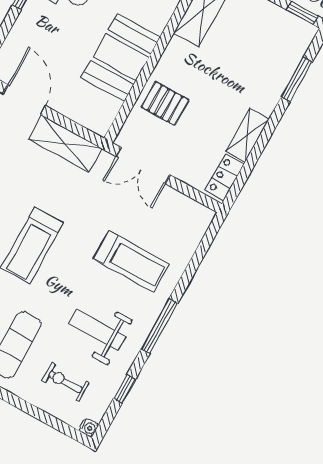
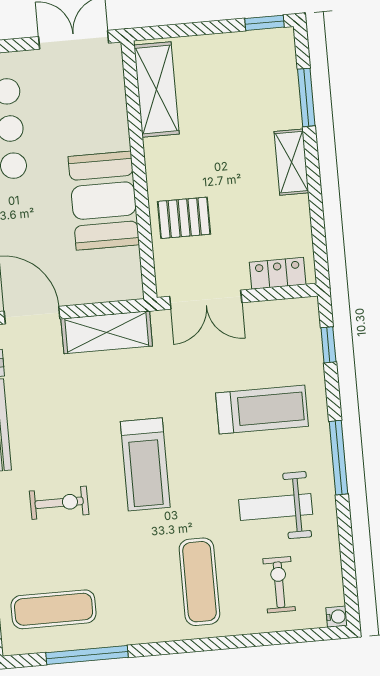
shelving: (248, 135) -> (291, 162), moved
locker: (225, 177) -> (278, 273), moved, turned 90
exercise bike: (66, 382) -> (279, 585), turned 90
window: (124, 389) -> (328, 345), moved

